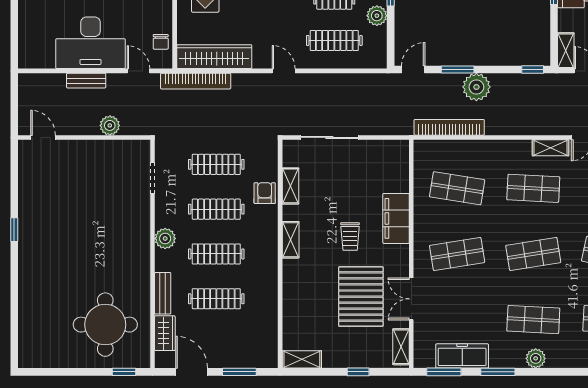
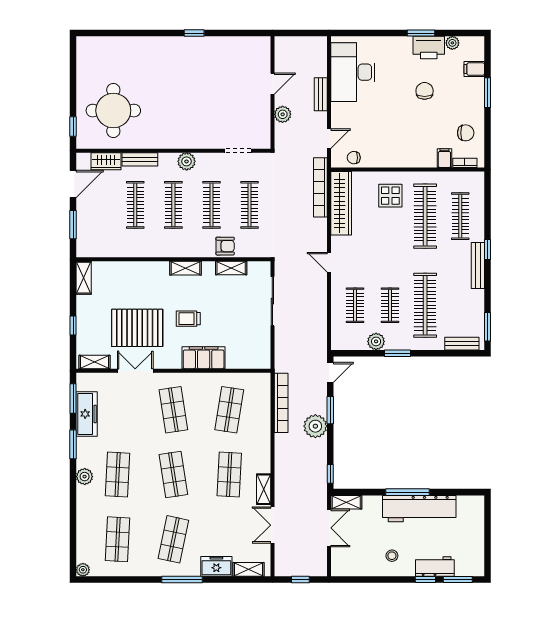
clothes rail: (334, 40) -> (355, 305), width x0.73
desk: (91, 43) -> (353, 72), moved
door: (413, 69) -> (330, 372), hinge flipped
door: (284, 71) -> (329, 262), swing flipped
door: (43, 137) -> (272, 84), moved

